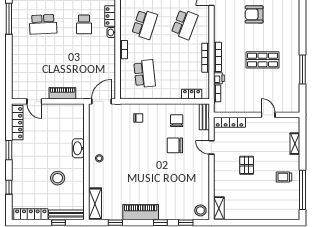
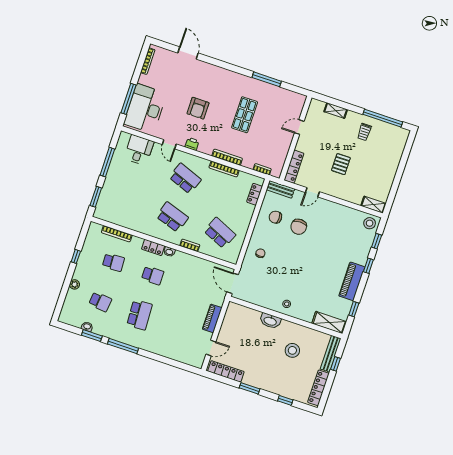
school desk: (145, 74) -> (220, 233), turned 30
printer: (219, 78) -> (192, 144), moved
pallet: (247, 165) -> (341, 164), turned 90

